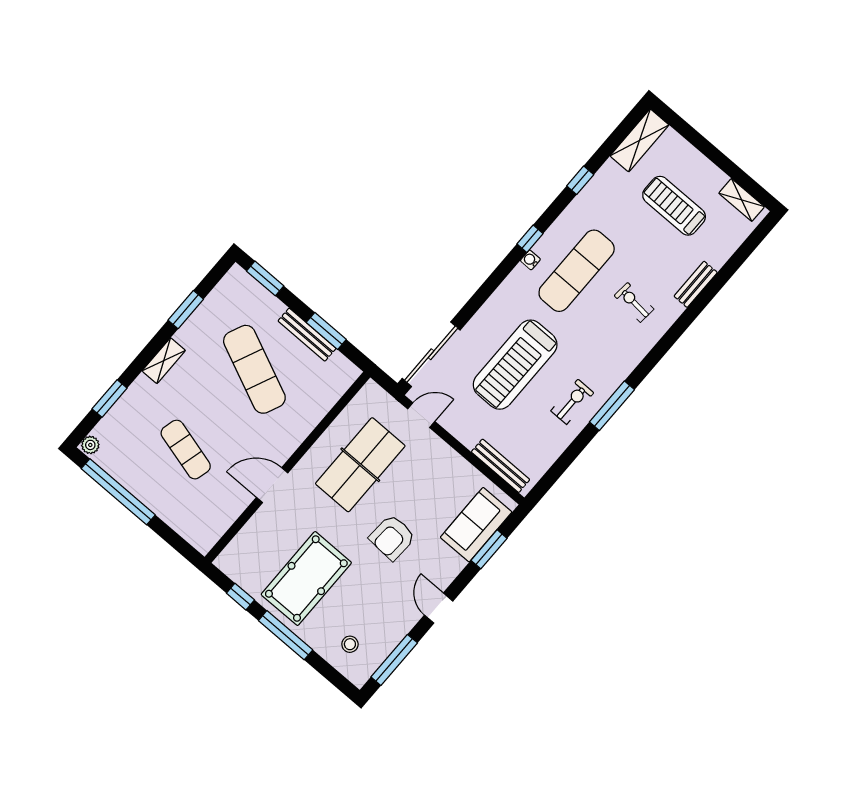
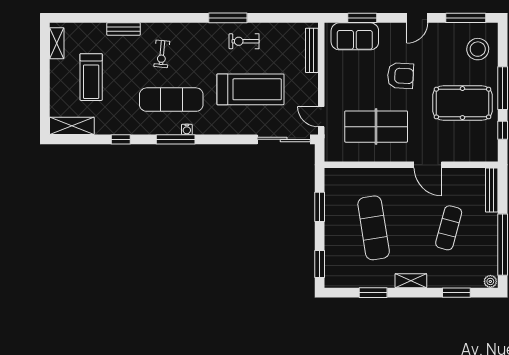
window: (530, 239) -> (176, 139), width x2.17
bench: (307, 335) -> (492, 190), moved
exercise mat: (254, 369) -> (374, 228), turned -33
stool: (350, 644) -> (478, 49), width x1.89, depth x1.89

